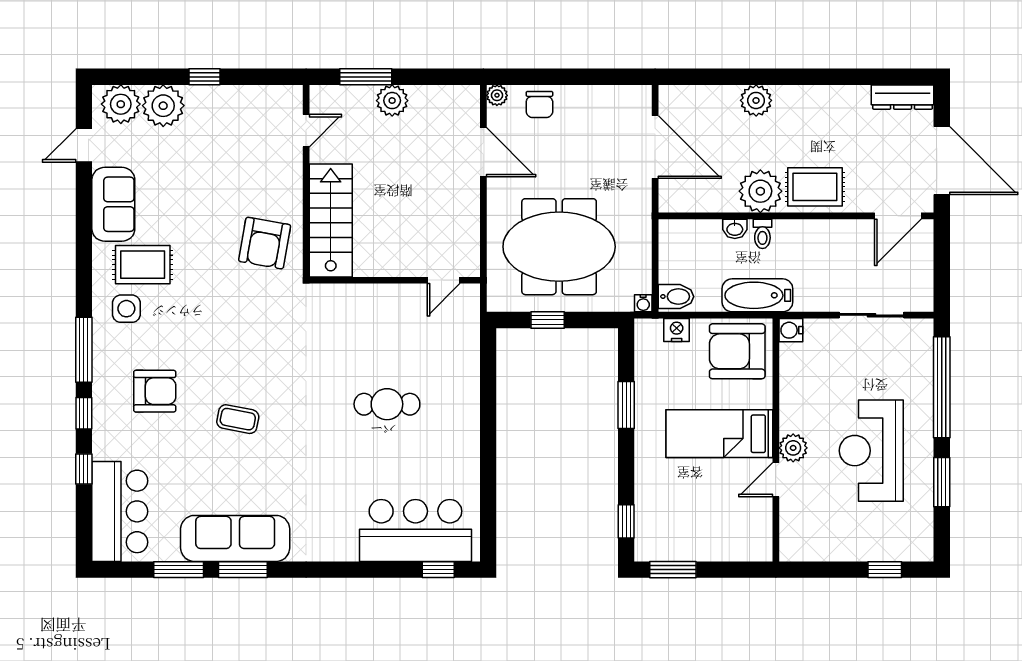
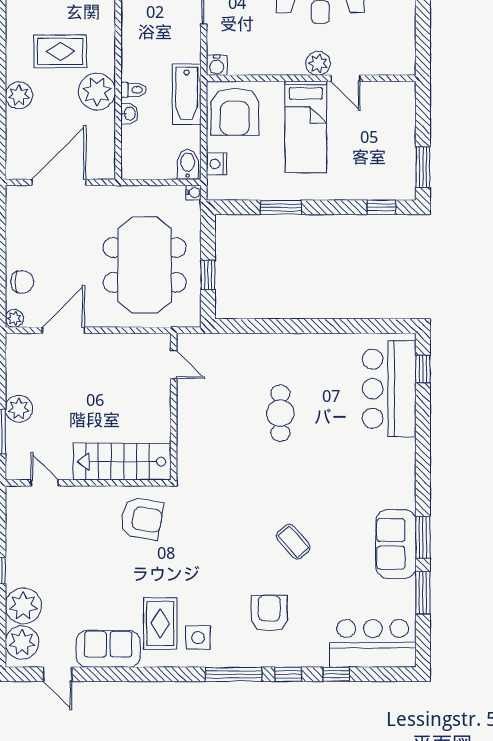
rug: (815, 187) -> (60, 51), moved, turned 90
coffee table: (238, 419) -> (293, 542), turned -52
sofa: (235, 538) -> (396, 544), width x0.73

